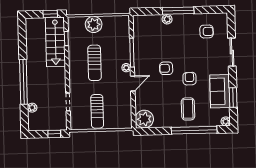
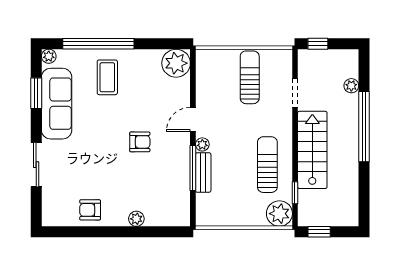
window: (178, 11) -> (119, 232), removed
plant: (94, 24) -> (279, 214), moved
armchair: (207, 31) -> (90, 210), moved
stairs: (55, 42) -> (312, 150), moved
bench: (125, 50) -> (203, 172), added
sun lounger: (95, 63) -> (267, 165), moved
armchair: (189, 79) -> (104, 125), removed
sofa: (220, 91) -> (57, 104), width x1.36

